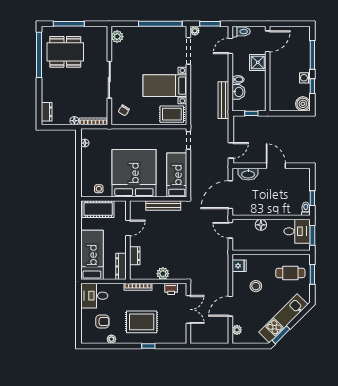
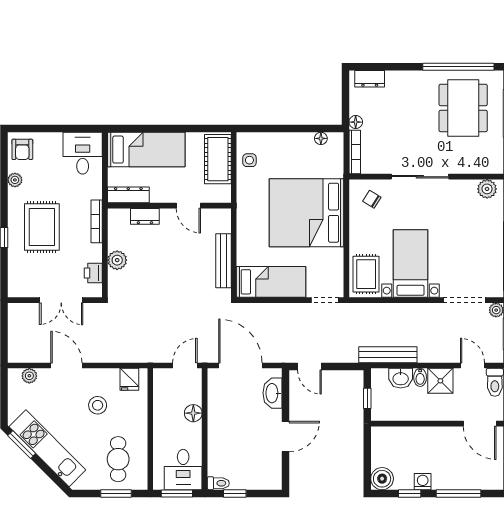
shower: (258, 62) -> (440, 381), moved
bed: (134, 173) -> (306, 213), moved, turned 180
armchair: (102, 322) -> (22, 149), moved

